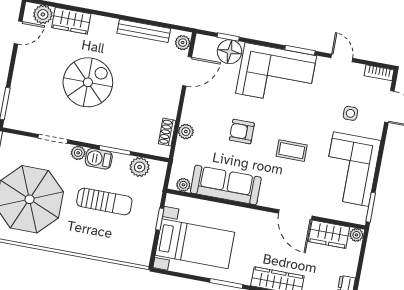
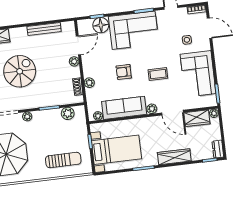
plant: (183, 43) -> (74, 61), moved
barbecue: (99, 159) -> (41, 116), removed
plant: (266, 199) -> (152, 109), added
sun lounger: (104, 201) -> (63, 160), moved

